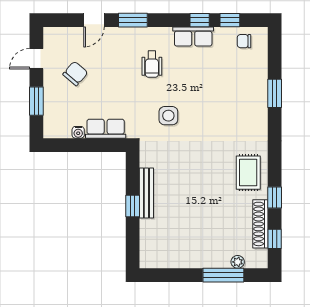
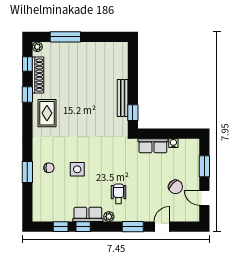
plant: (165, 34) -> (109, 217), added
chair: (244, 41) -> (49, 168), moved
door: (36, 59) -> (204, 198), swing flipped
chair: (75, 73) -> (176, 187), turned -86
side table: (168, 116) -> (77, 169), moved
window: (133, 206) -> (133, 113), moved
plant: (238, 262) -> (37, 47), moved

